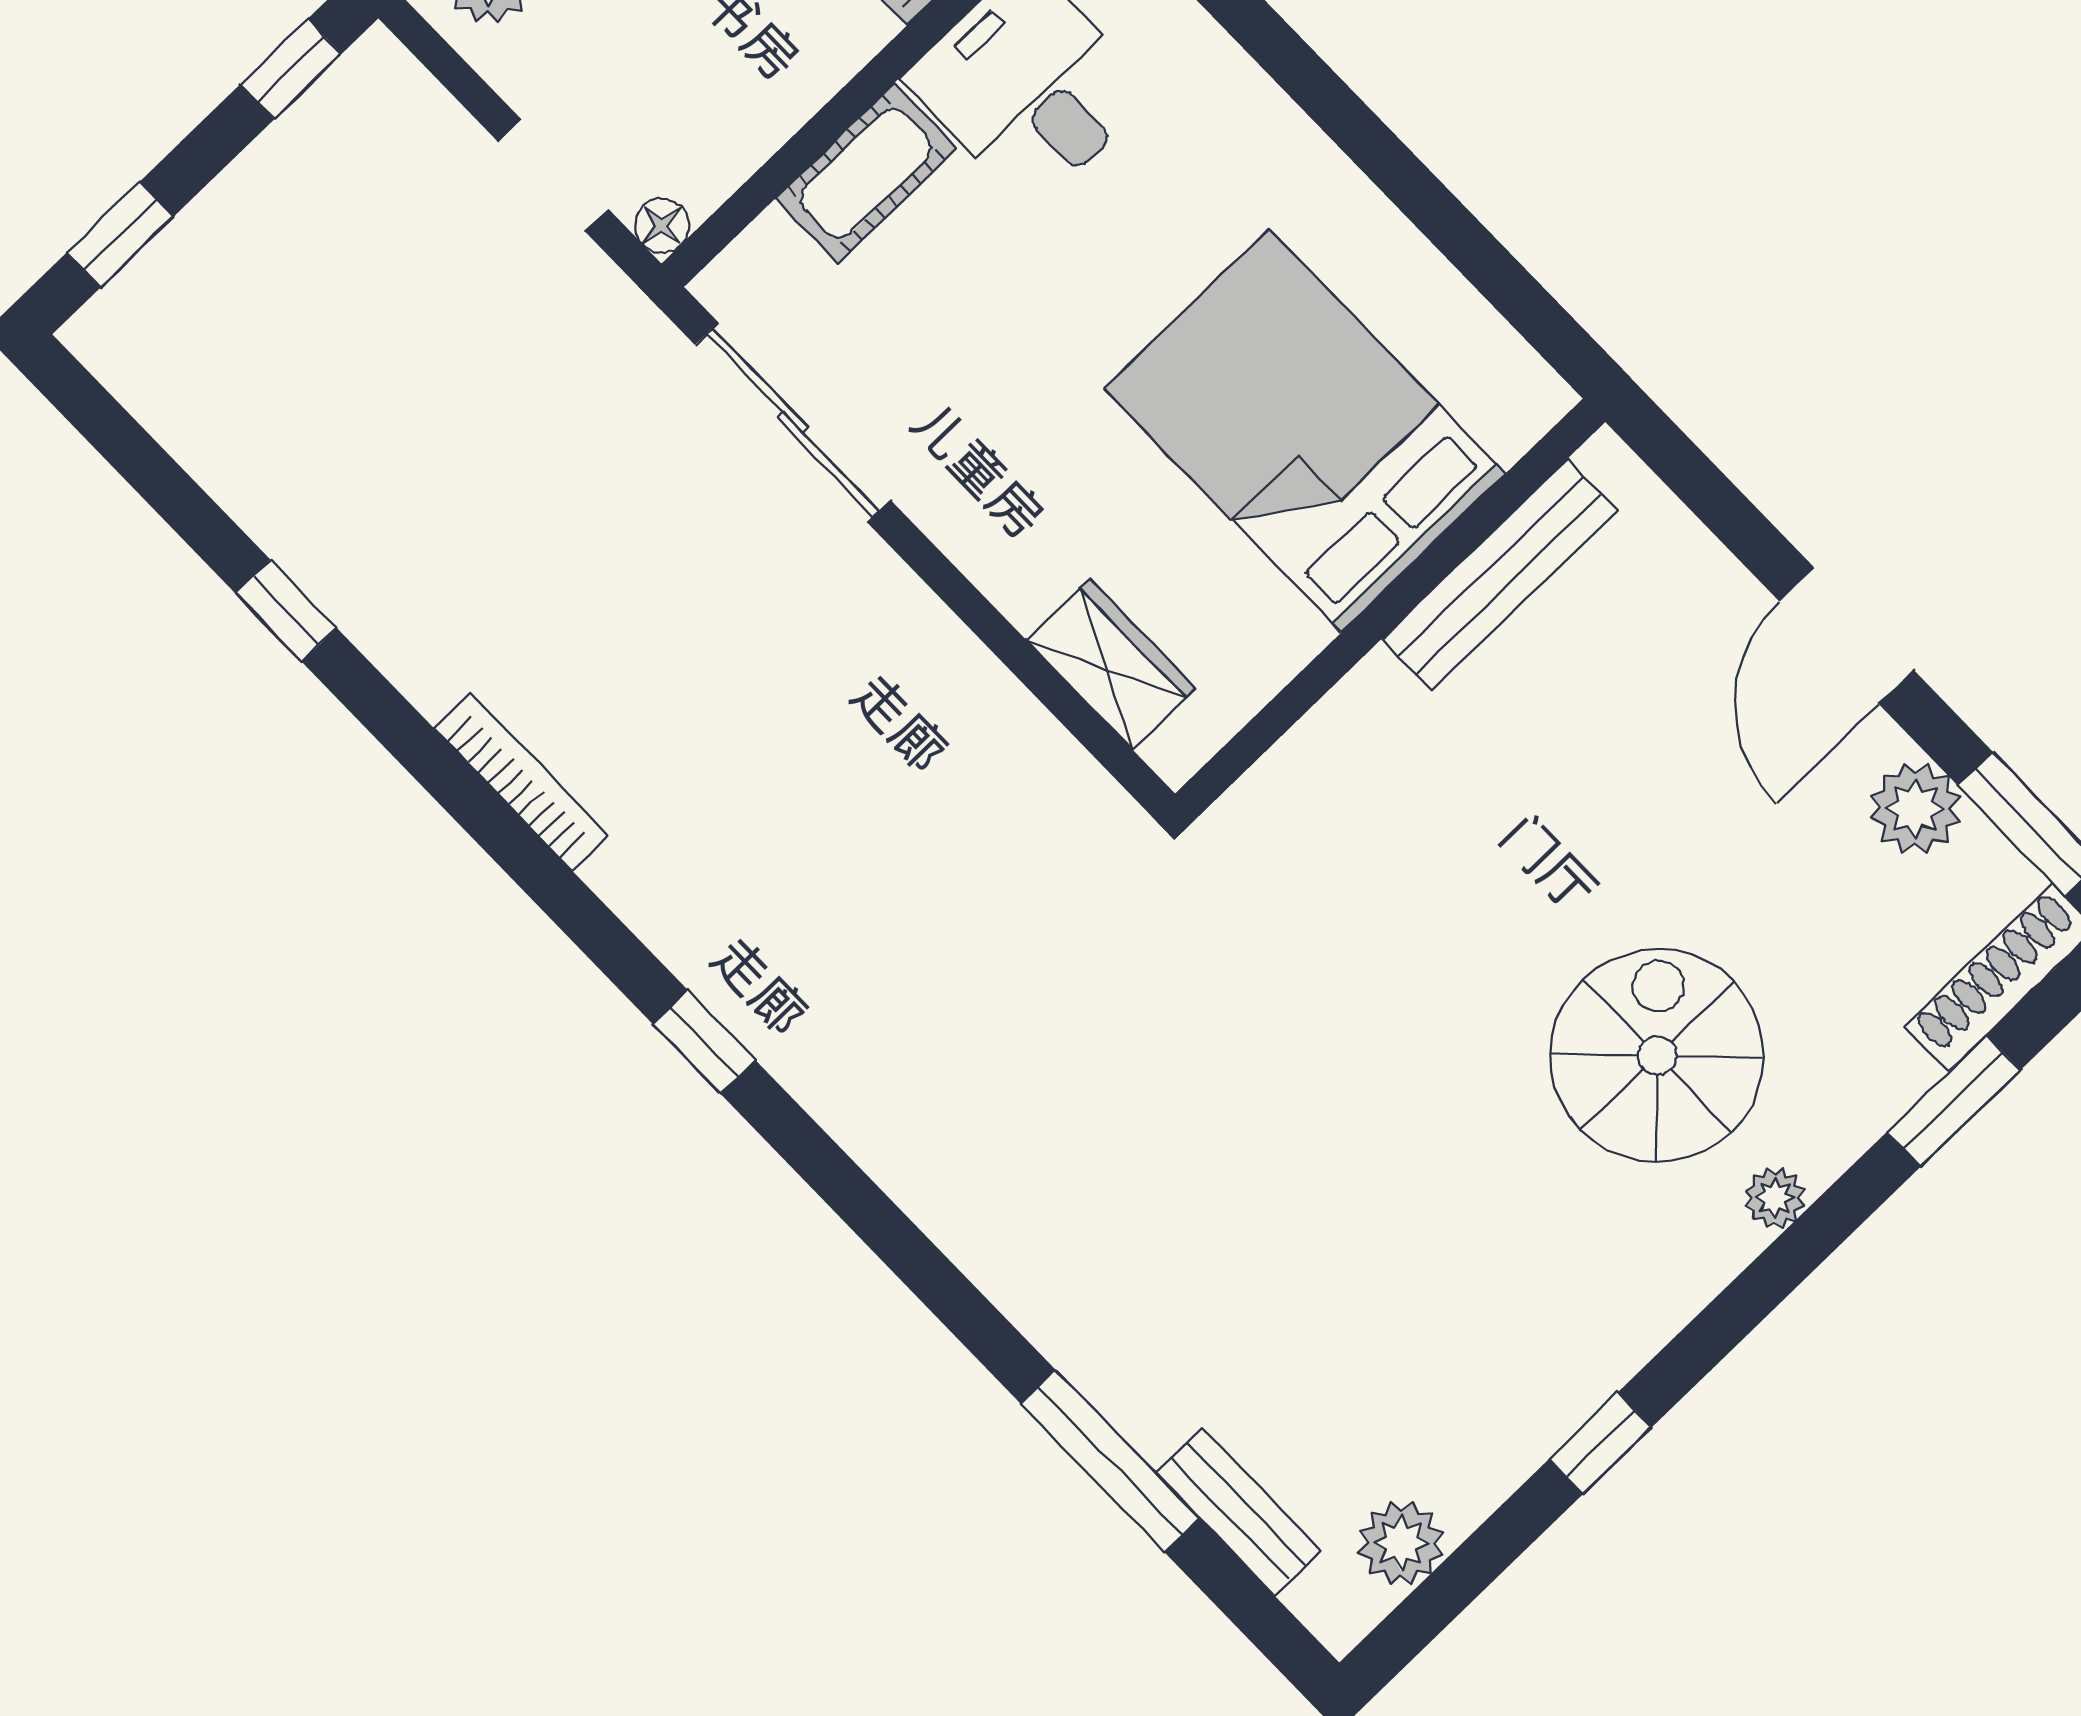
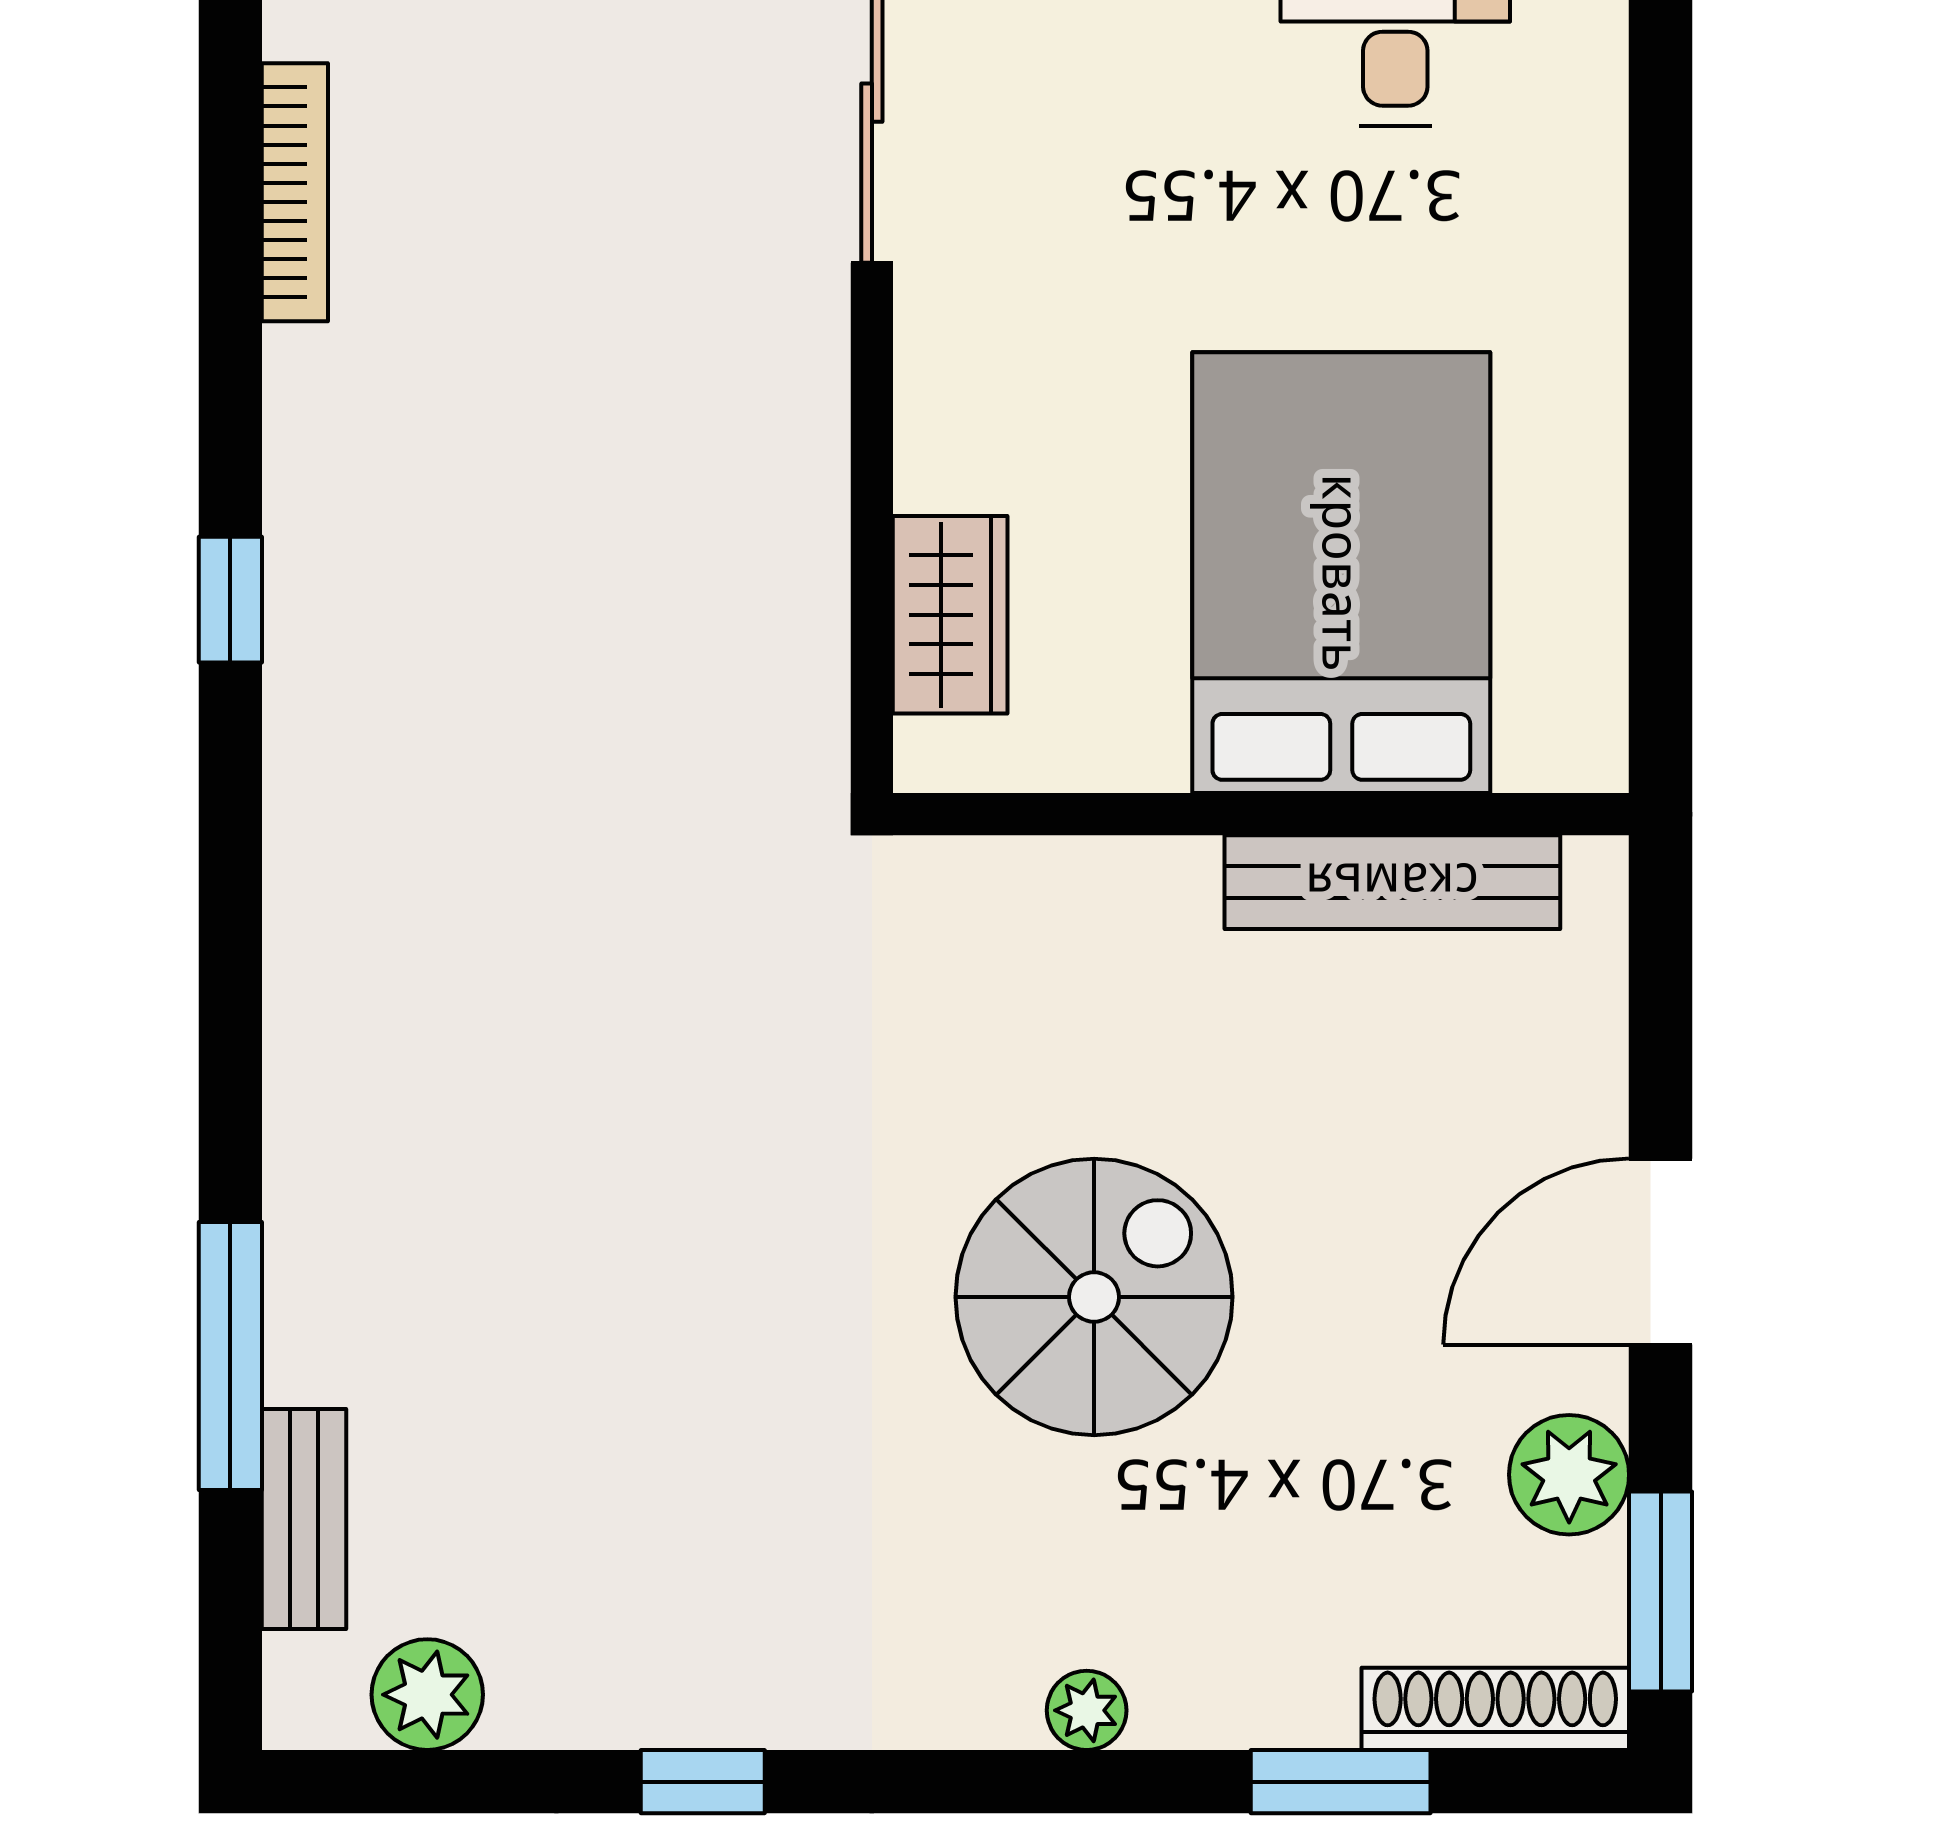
spiral stairs: (1657, 1056) -> (1094, 1297), moved

